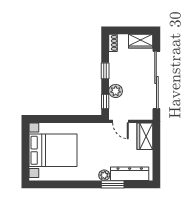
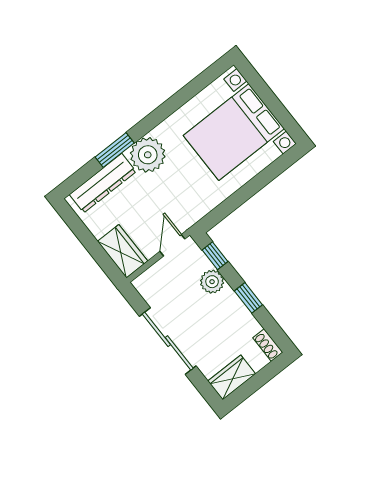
sliding door: (156, 80) -> (168, 341), width x0.73
door: (120, 121) -> (172, 245), hinge flipped
plant: (104, 175) -> (148, 155), width x1.87, depth x1.87

